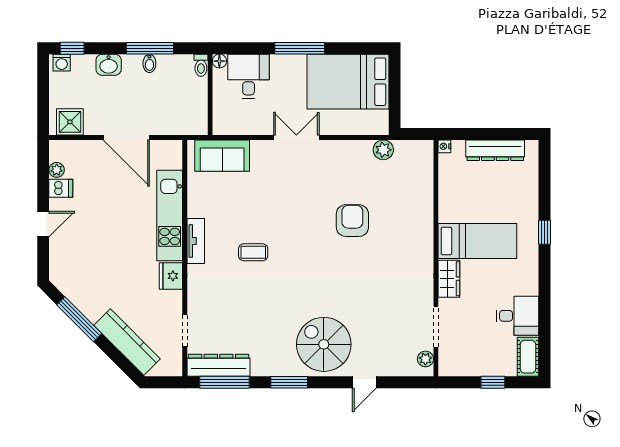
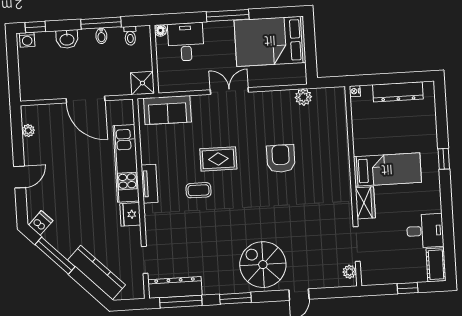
toilet: (201, 65) -> (130, 36), moved
shower: (70, 122) -> (142, 83), moved
dishwasher: (61, 188) -> (41, 223), moved, turned -45
rug: (279, 217) -> (218, 159), added

